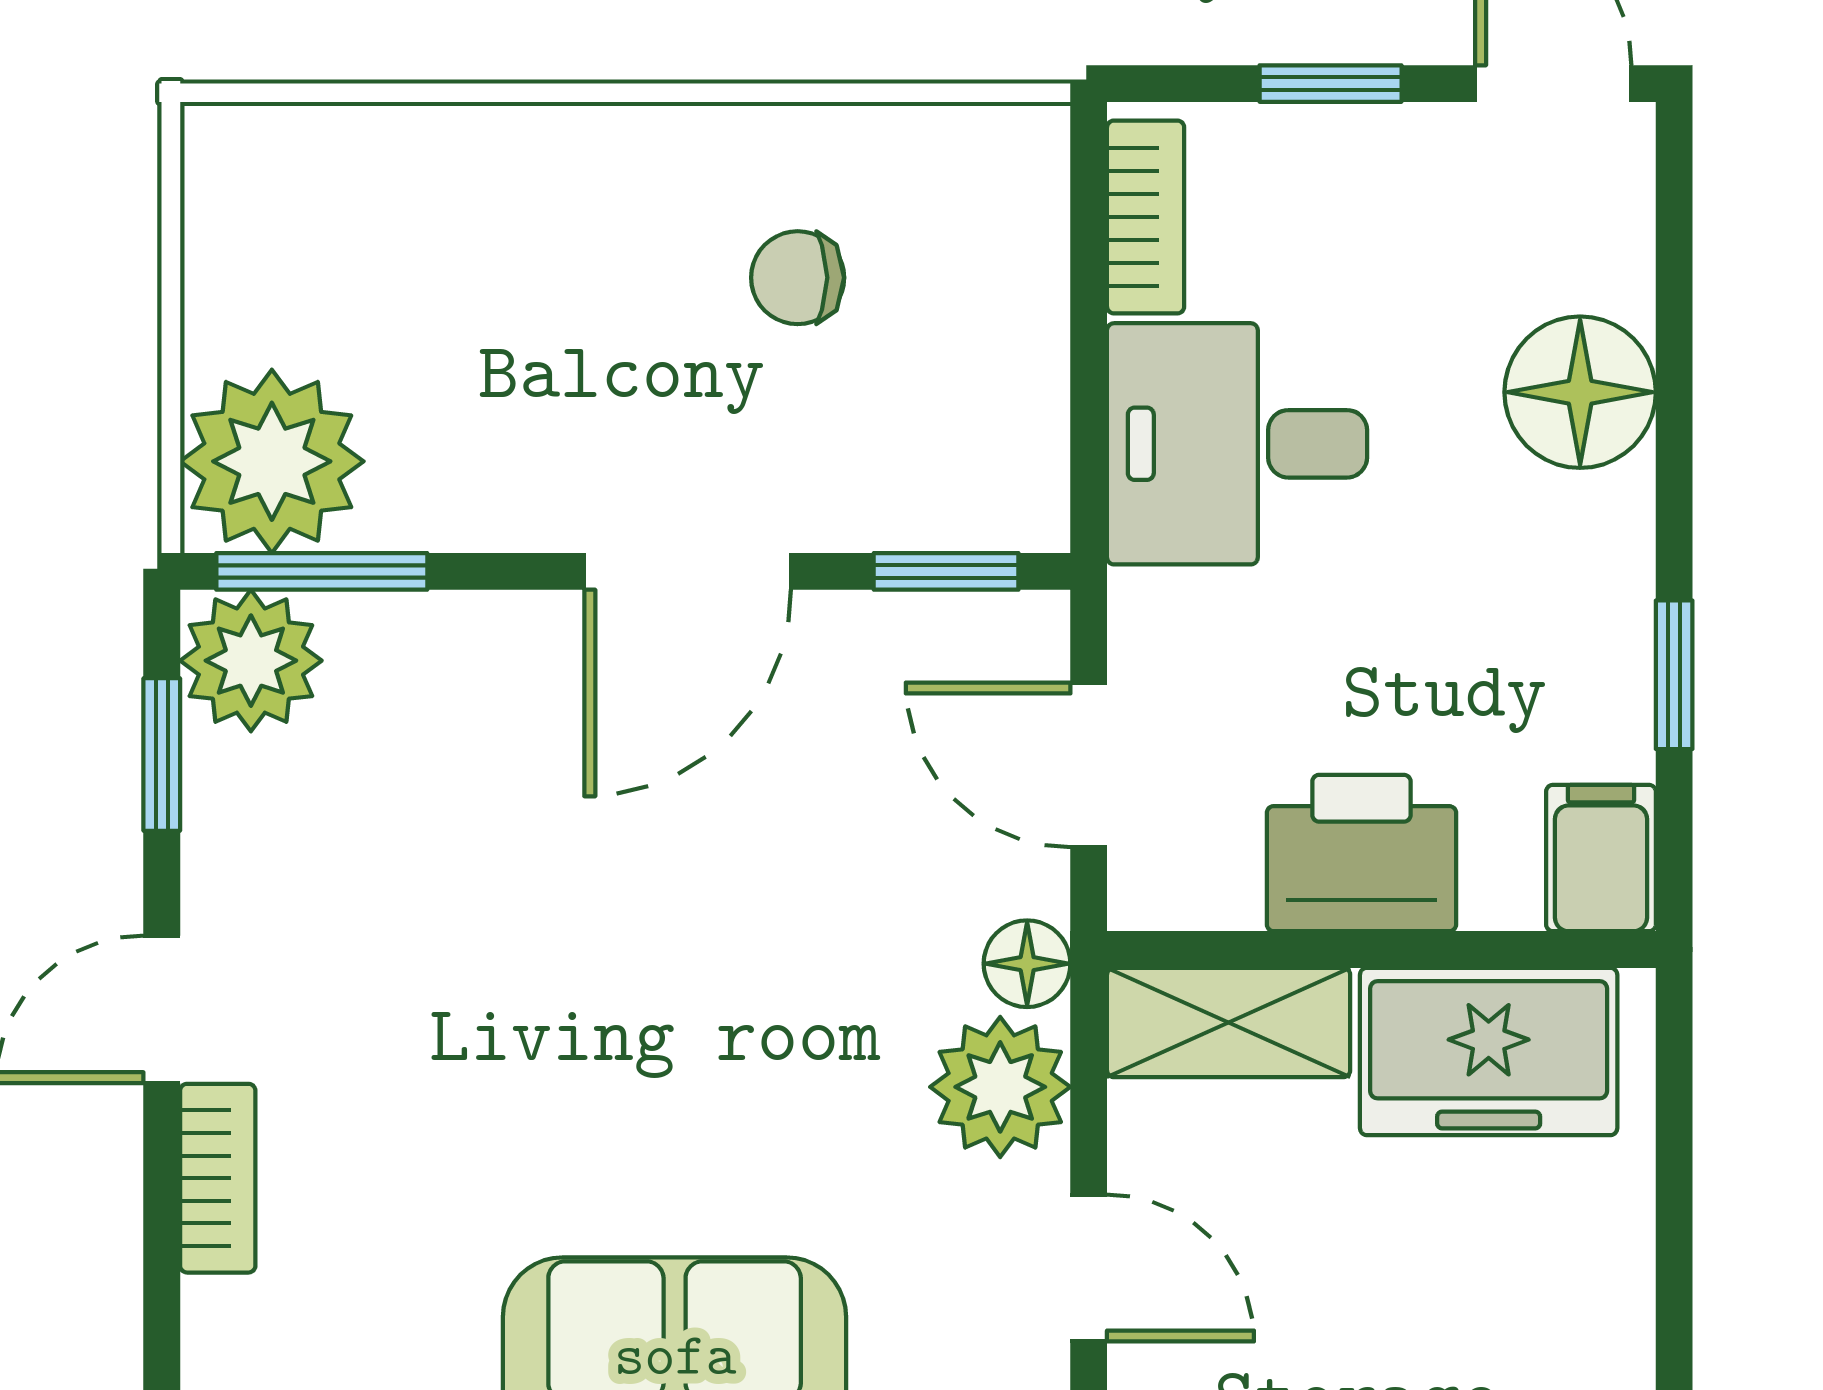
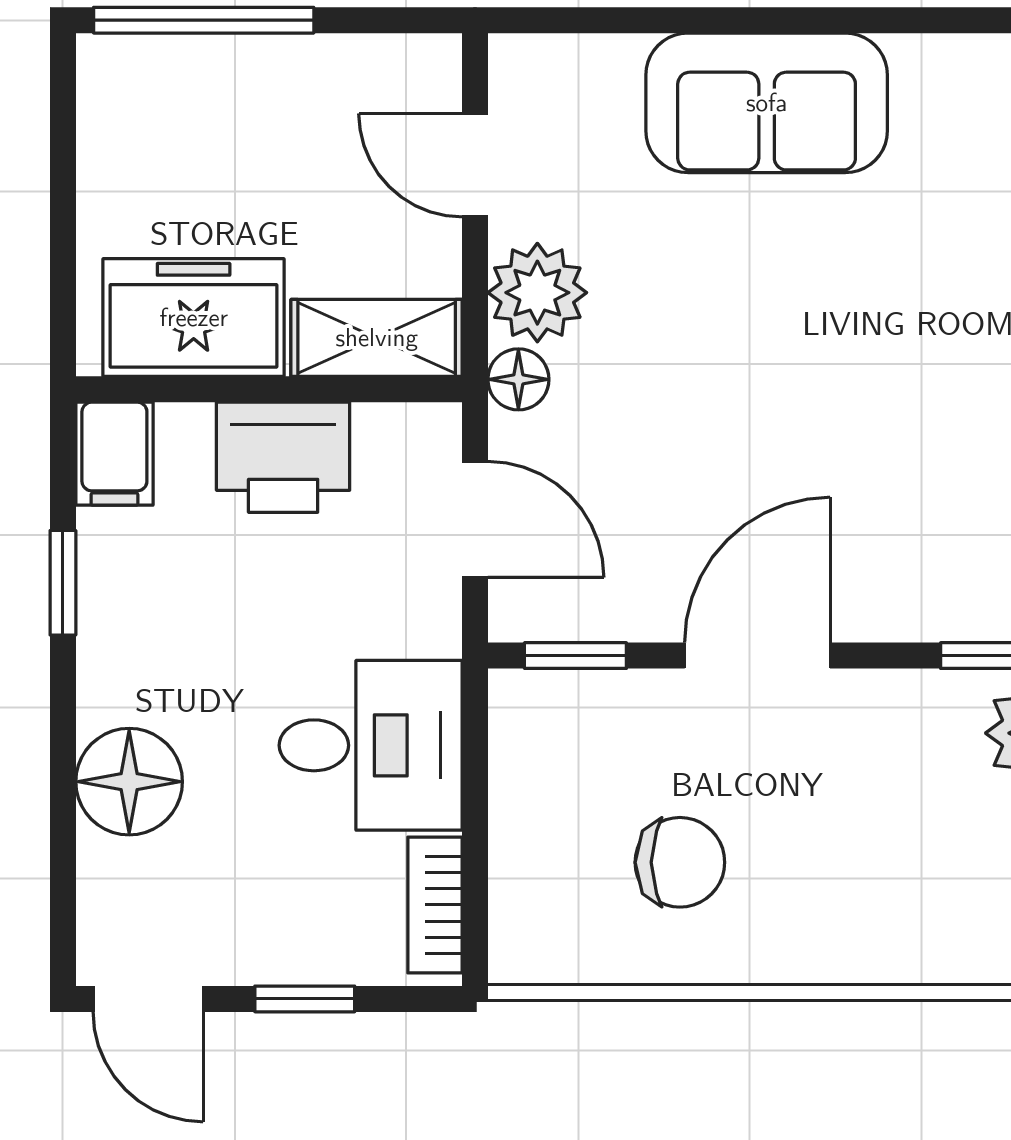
chair: (798, 278) -> (680, 862), width x1.37, depth x1.37

